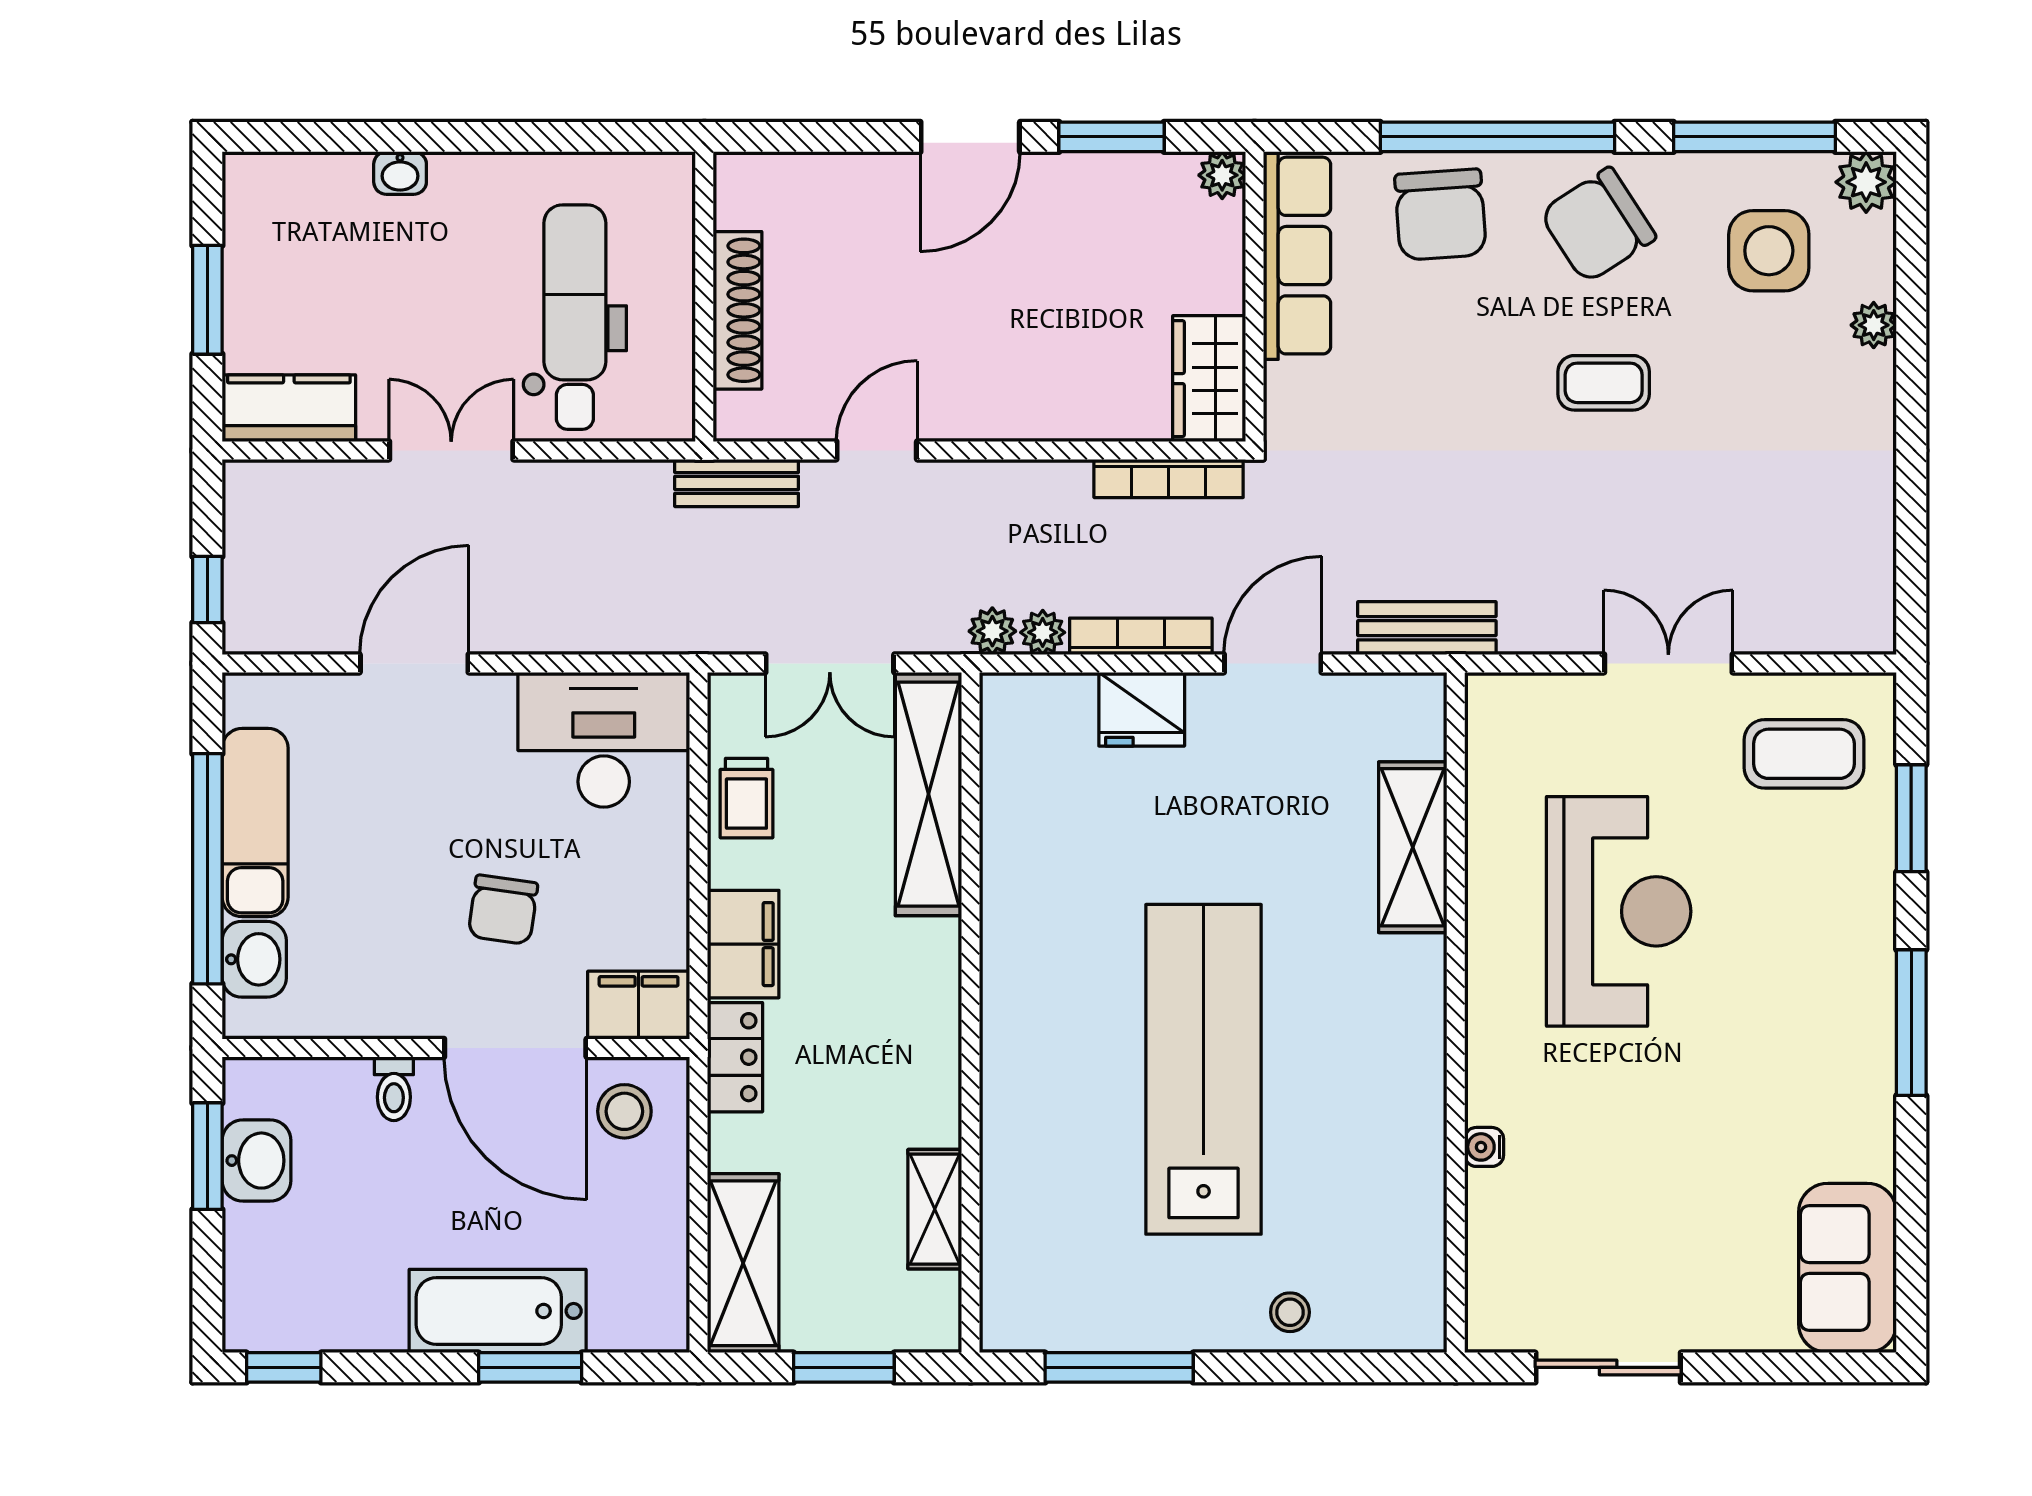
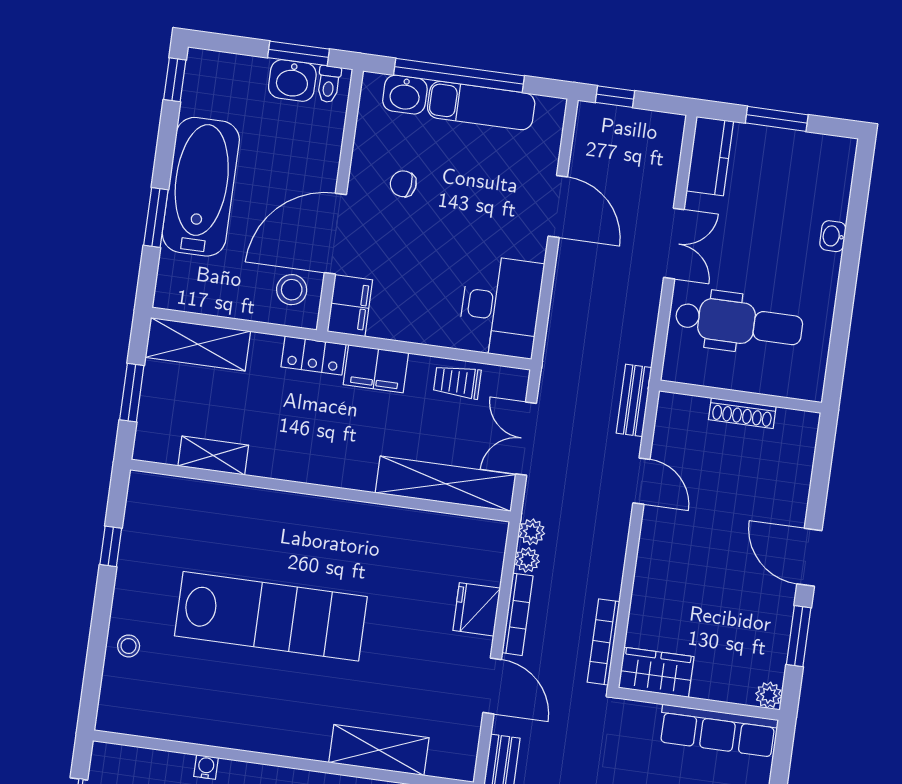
shoe rack: (738, 310) -> (742, 413), width x0.74, depth x0.81
chair: (503, 910) -> (403, 184), moved, width x0.73, depth x0.73
toilet: (394, 1089) -> (329, 84), moved, turned -90
bathtub: (498, 1311) -> (201, 187), width x1.36, depth x1.36
window: (1119, 1367) -> (111, 546), width x0.46

